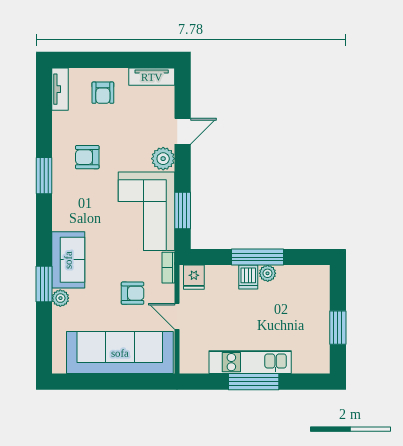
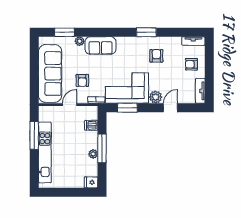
door: (183, 131) -> (170, 108), swing flipped
fridge: (194, 277) -> (91, 182), moved
dishwasher: (248, 277) -> (91, 125), moved
window: (44, 284) -> (64, 32), moved
window: (338, 328) -> (64, 192), removed
kitchen unit: (250, 362) -> (45, 153), width x1.36
window: (254, 382) -> (34, 135), moved

